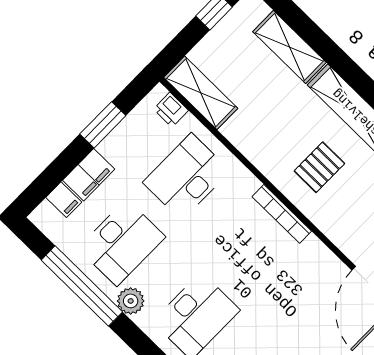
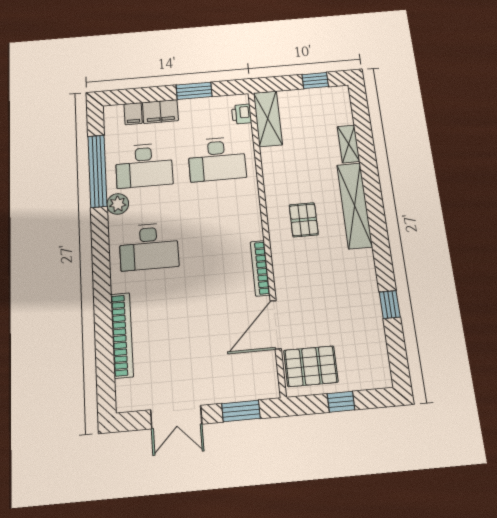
shelving: (289, 47) -> (349, 144), width x0.67, depth x0.75
pallet: (319, 167) -> (304, 220), turned 90
desk: (186, 177) -> (217, 159), turned 180
bookcase: (282, 214) -> (260, 268), moved

